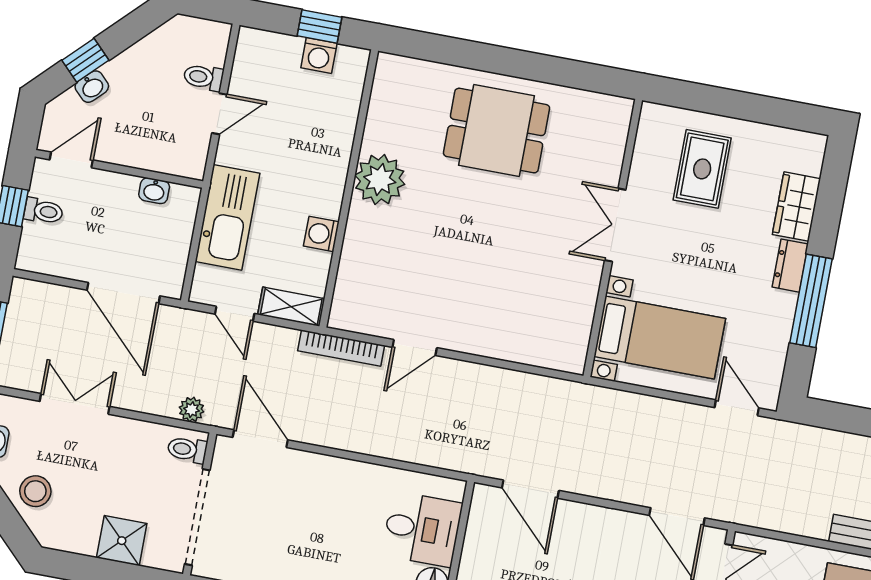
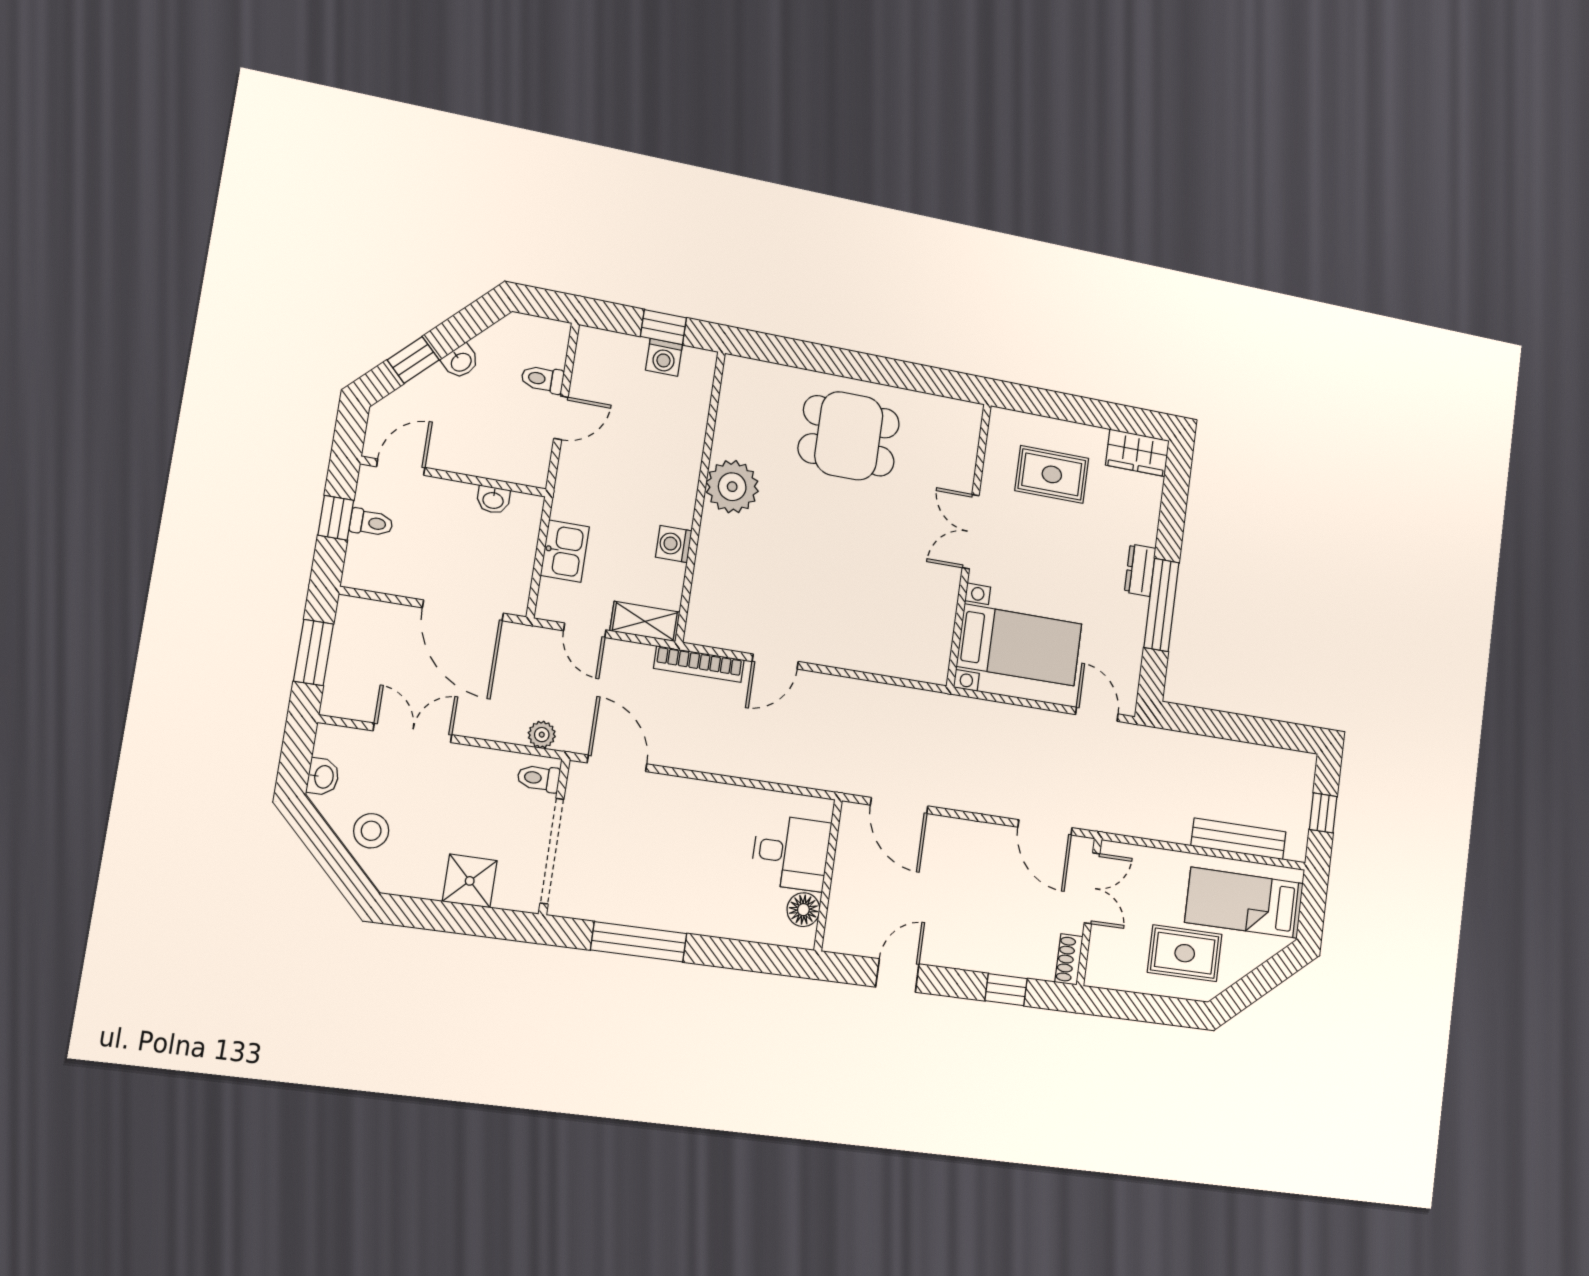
washbasin: (92, 87) -> (461, 362), moved
rug: (702, 169) -> (1052, 474), turned 90
wardrobe: (796, 207) -> (1137, 453), moved, turned -90
kitchen sink: (227, 217) -> (565, 551), width x0.53, depth x0.81

